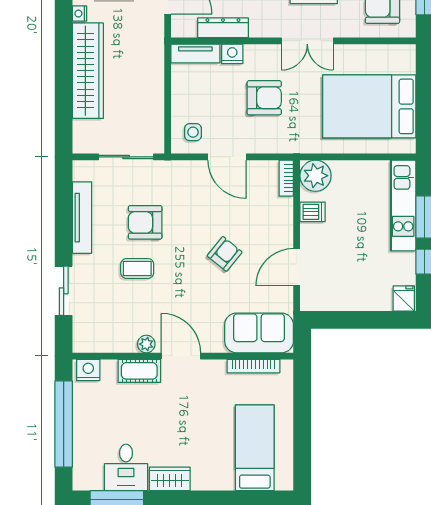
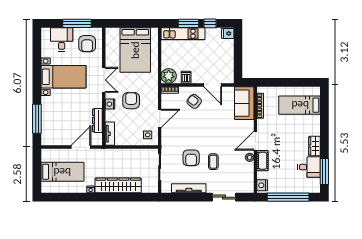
nightstand: (232, 54) -> (110, 104), moved
armchair: (225, 254) -> (194, 101), moved

